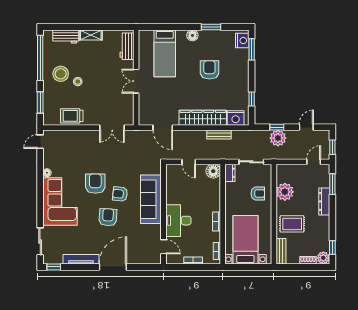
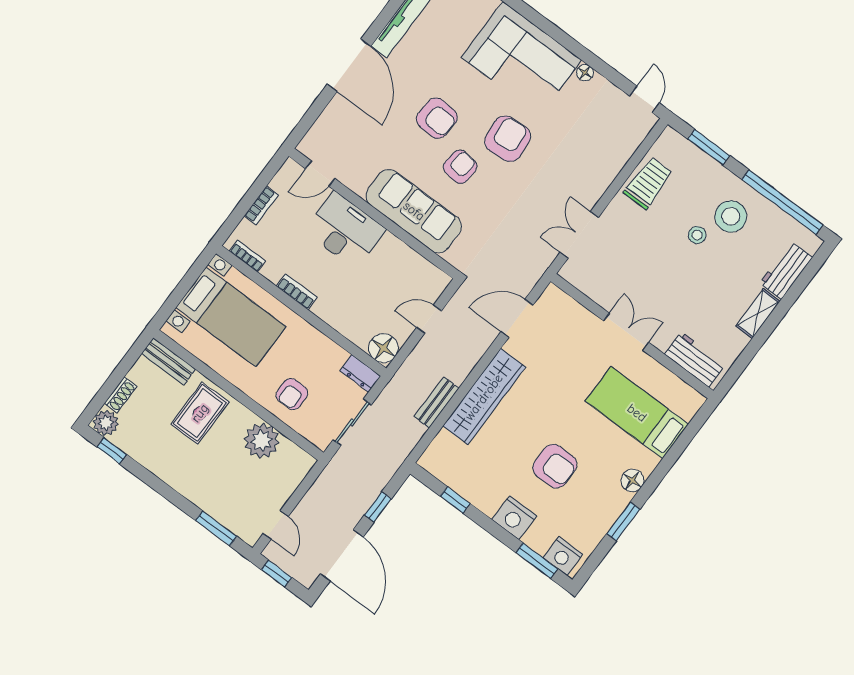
nightstand: (236, 118) -> (514, 518), moved, turned -90
door: (306, 127) -> (342, 555), width x1.88
plant: (278, 138) -> (359, 495), removed
armchair: (95, 184) -> (508, 139), turned -95
dresser: (324, 201) -> (197, 494), removed

